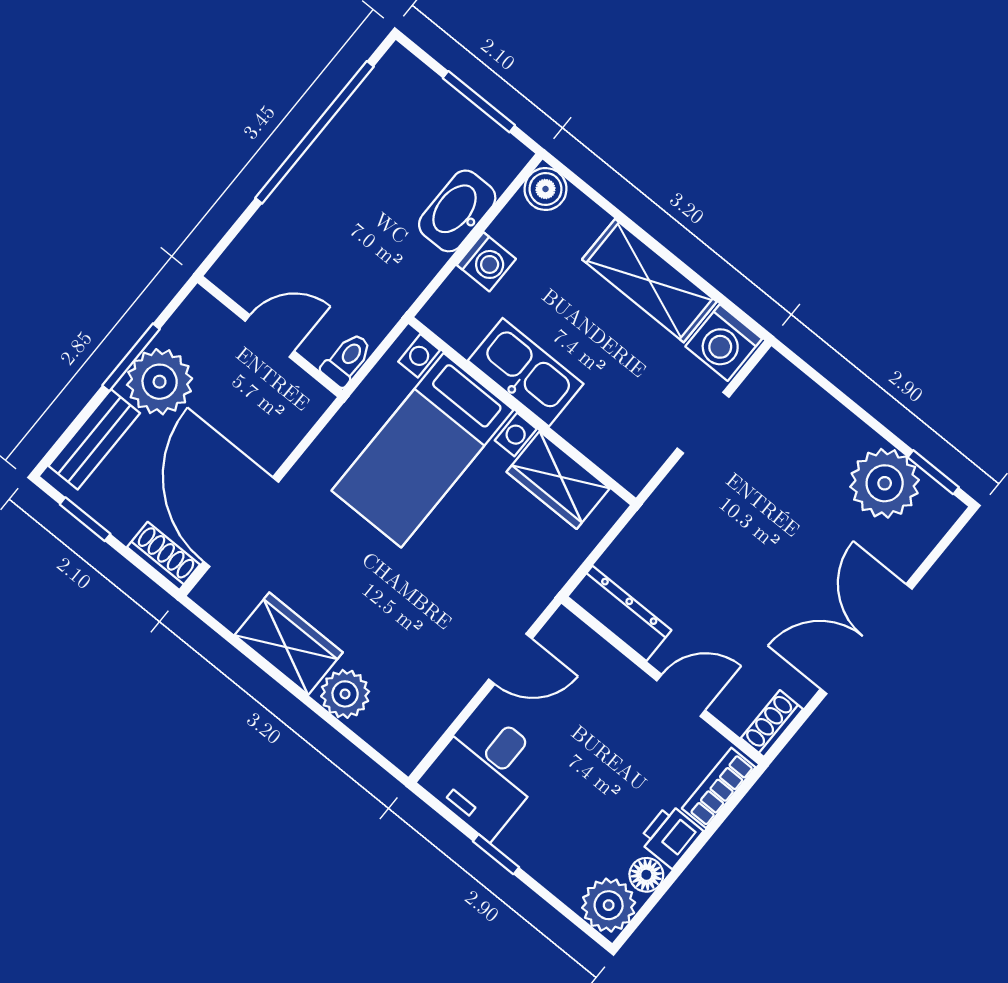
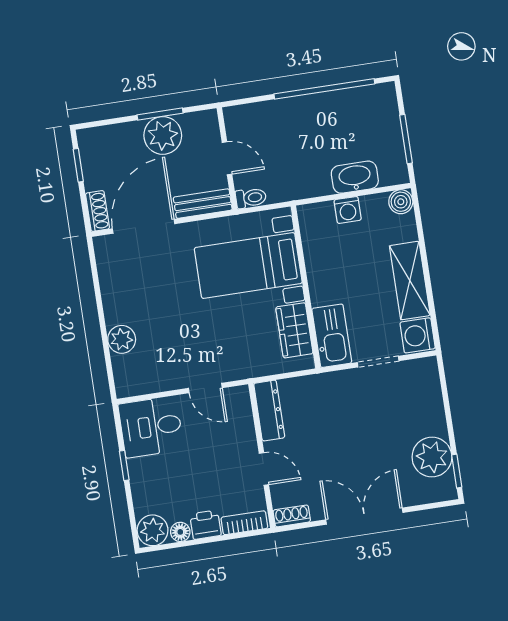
kitchen sink: (526, 372) -> (332, 336), moved
bench: (94, 439) -> (203, 204), moved
wardrobe: (289, 644) -> (117, 296), removed

